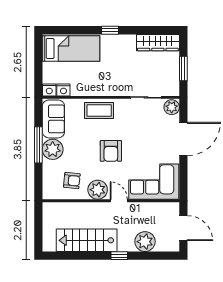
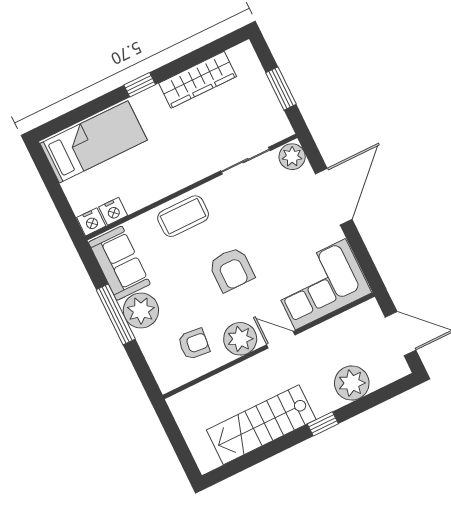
wardrobe: (158, 43) -> (198, 80), moved

